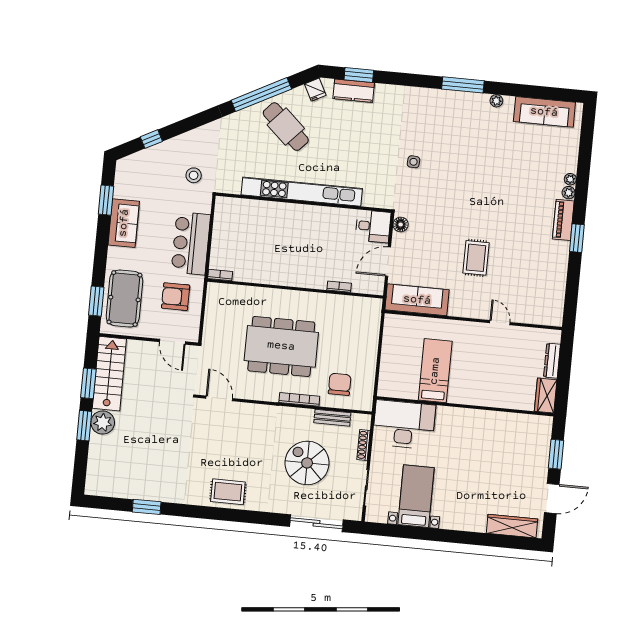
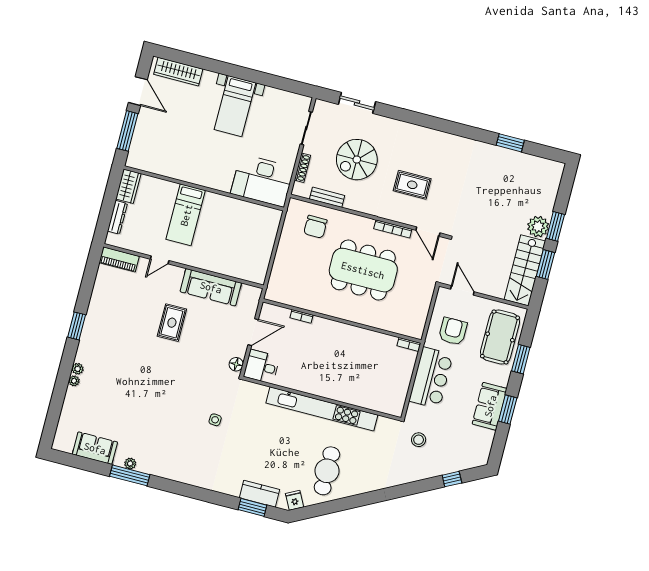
window: (463, 85) -> (130, 475), moved
window: (261, 95) -> (345, 504), removed
sofa: (544, 112) -> (95, 448), width x0.73
cafe table: (286, 127) -> (327, 471), turned 47
window: (106, 200) -> (508, 410), moved
piano: (563, 220) -> (119, 259), moved, turned 90
armchair: (176, 297) -> (453, 331), turned -90
sofa: (417, 300) -> (211, 287), moved
window: (96, 301) -> (521, 359), moved
door: (500, 323) -> (160, 260), hinge flipped
bed: (435, 371) -> (186, 215), moved
bookcase: (299, 399) -> (393, 229), moved
window: (556, 454) -> (127, 131), width x1.44
spiral stairs: (307, 463) -> (357, 160), turned 90
rug: (228, 492) -> (412, 185), moved
bed with nightstands: (416, 496) -> (235, 106), moved
door: (552, 499) -> (138, 91), swing flipped
sliding door: (316, 523) -> (357, 103), width x0.73

